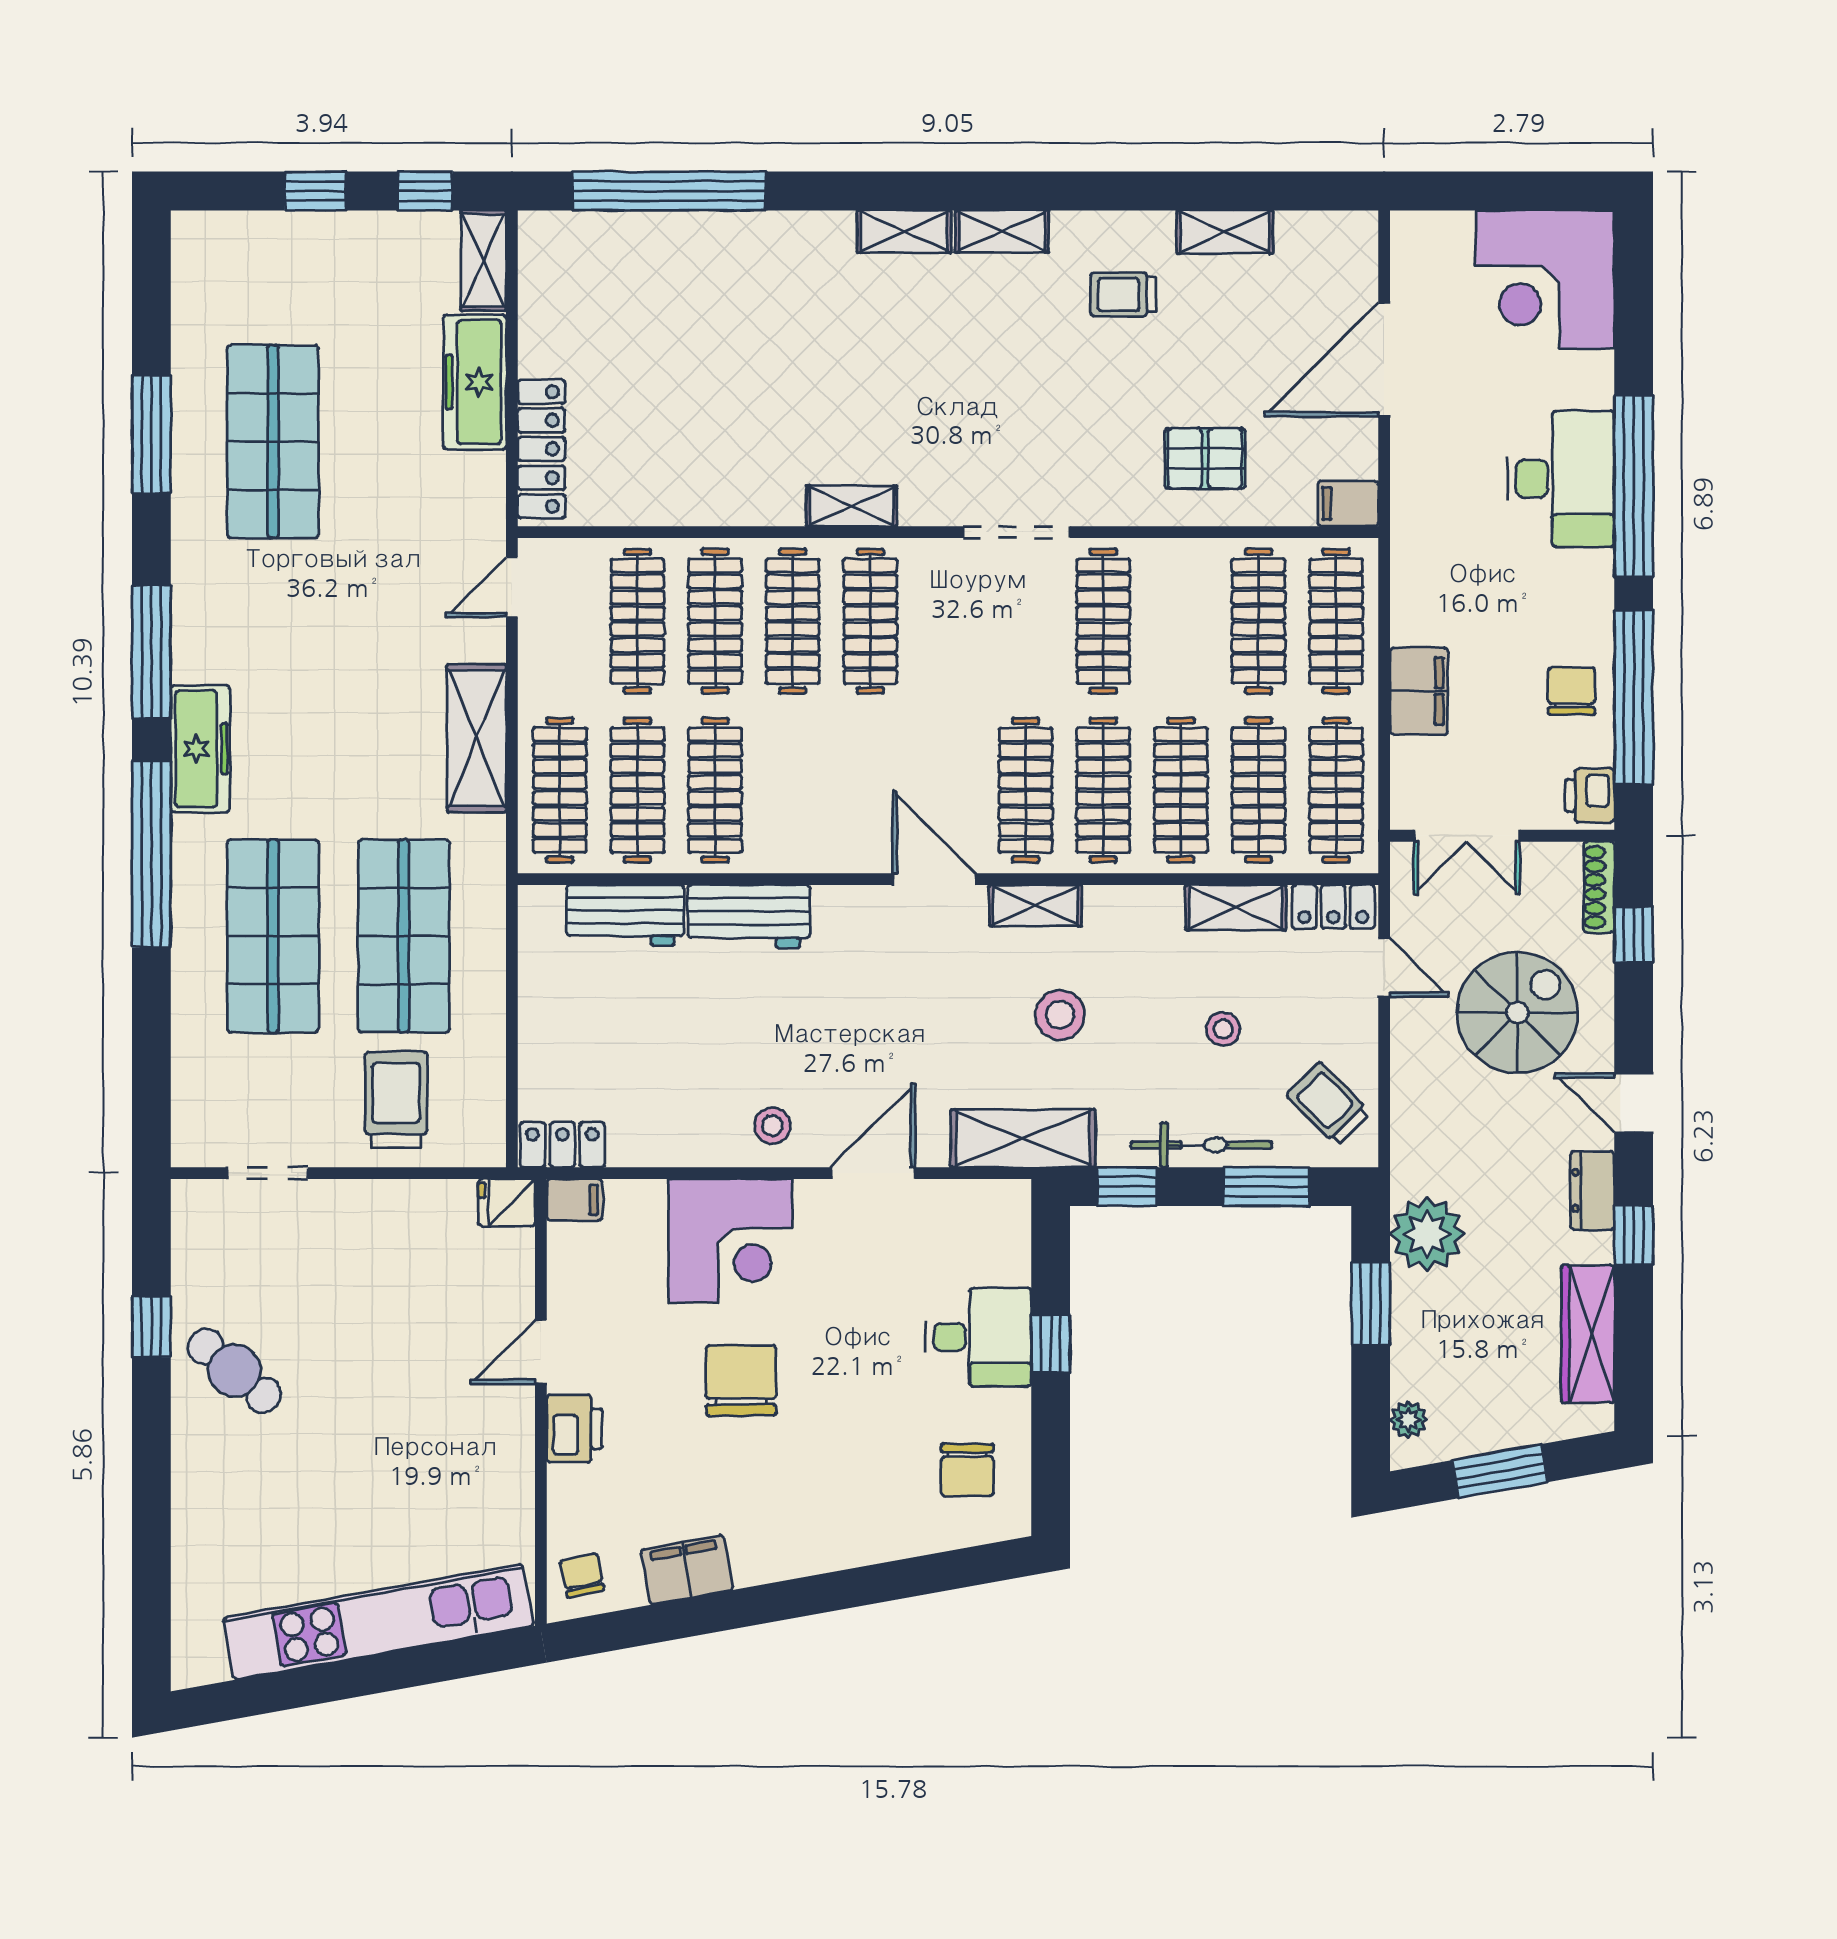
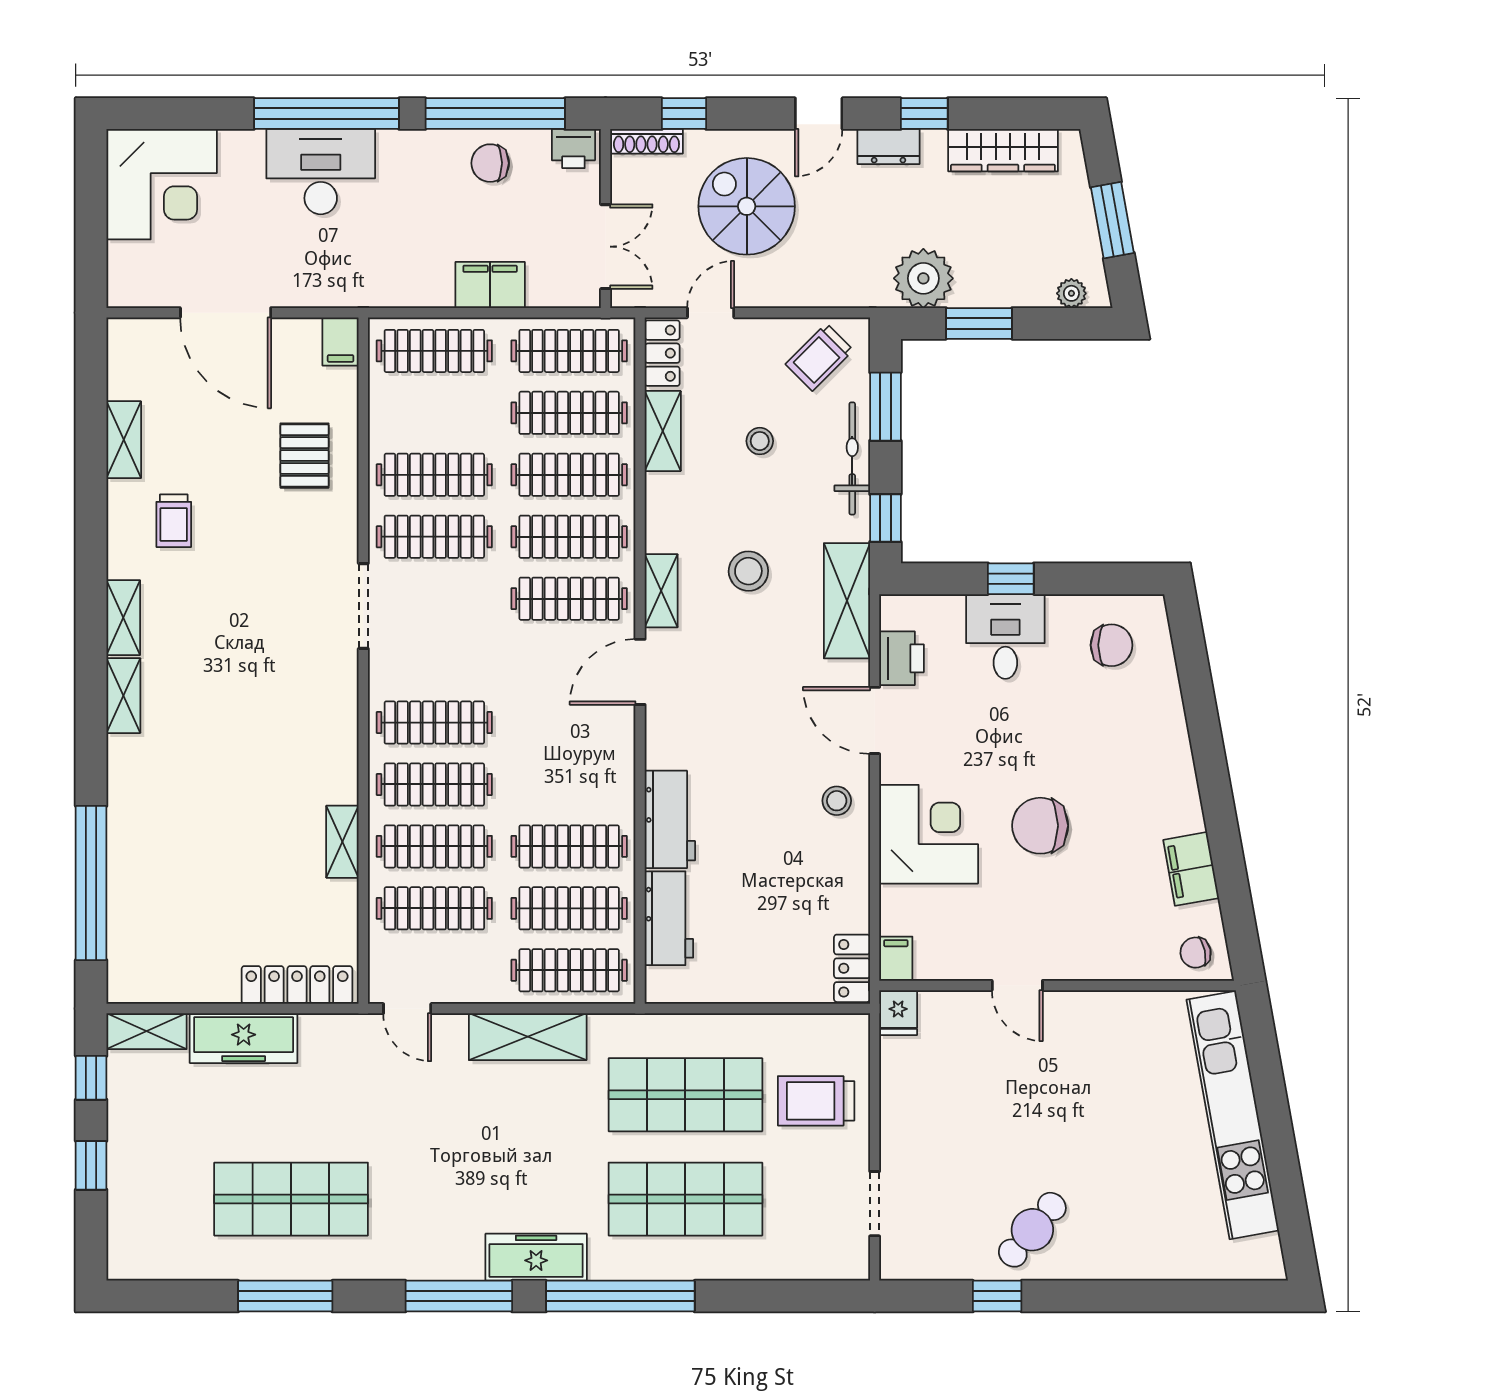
shelving: (852, 506) -> (342, 842), moved
clothes rail: (1259, 621) -> (434, 475), moved
printer: (574, 1429) -> (902, 658), moved, turned 90

